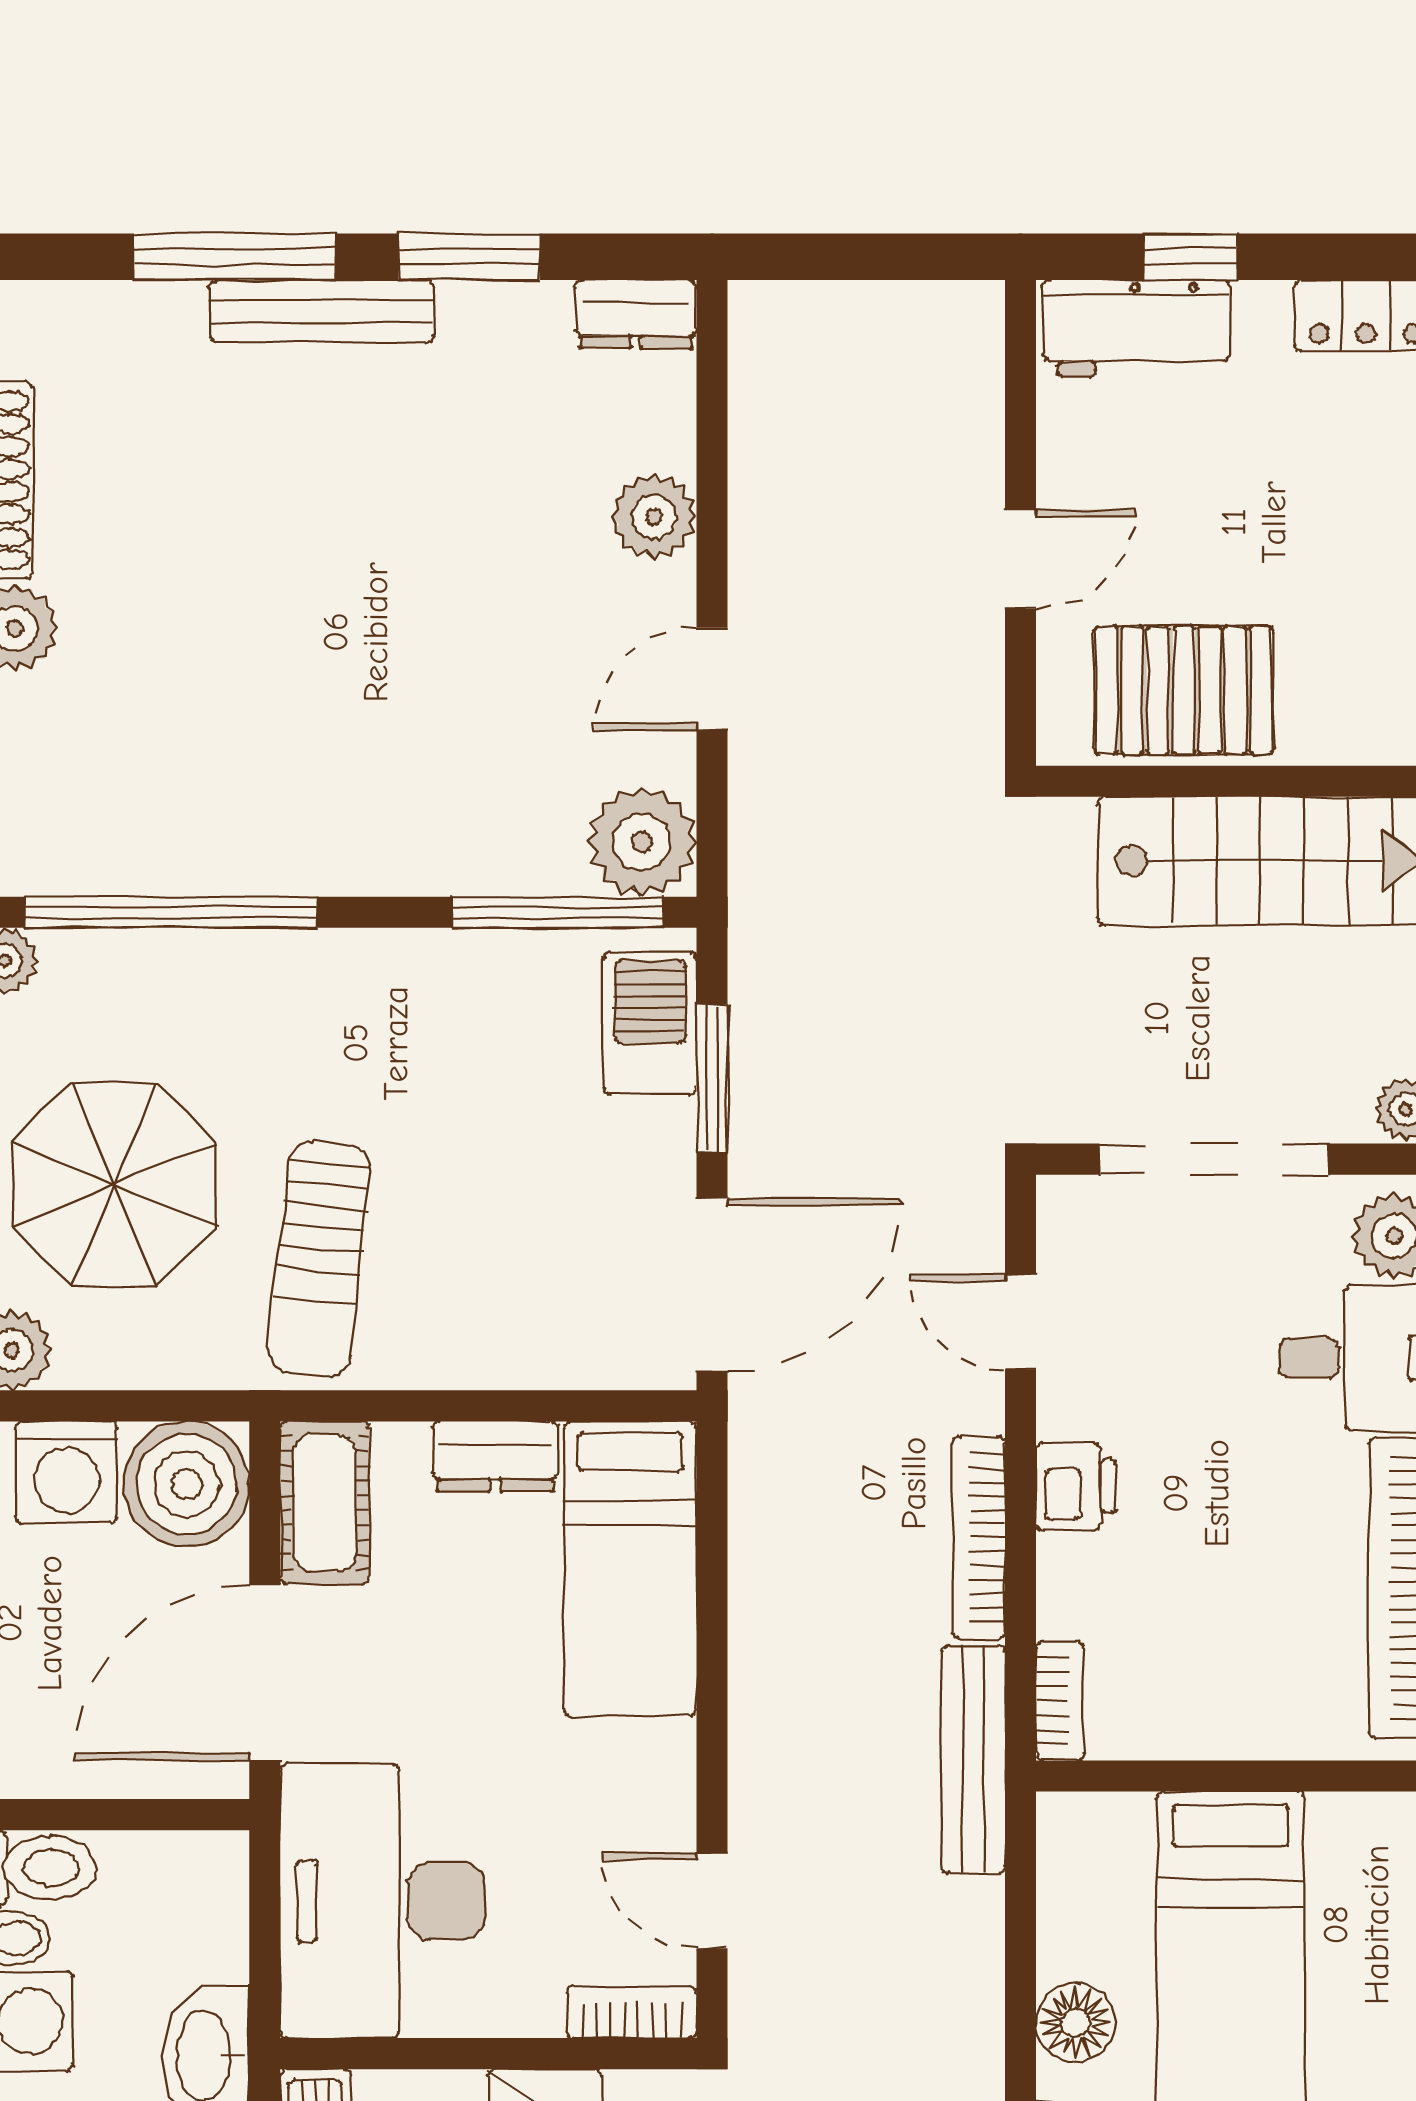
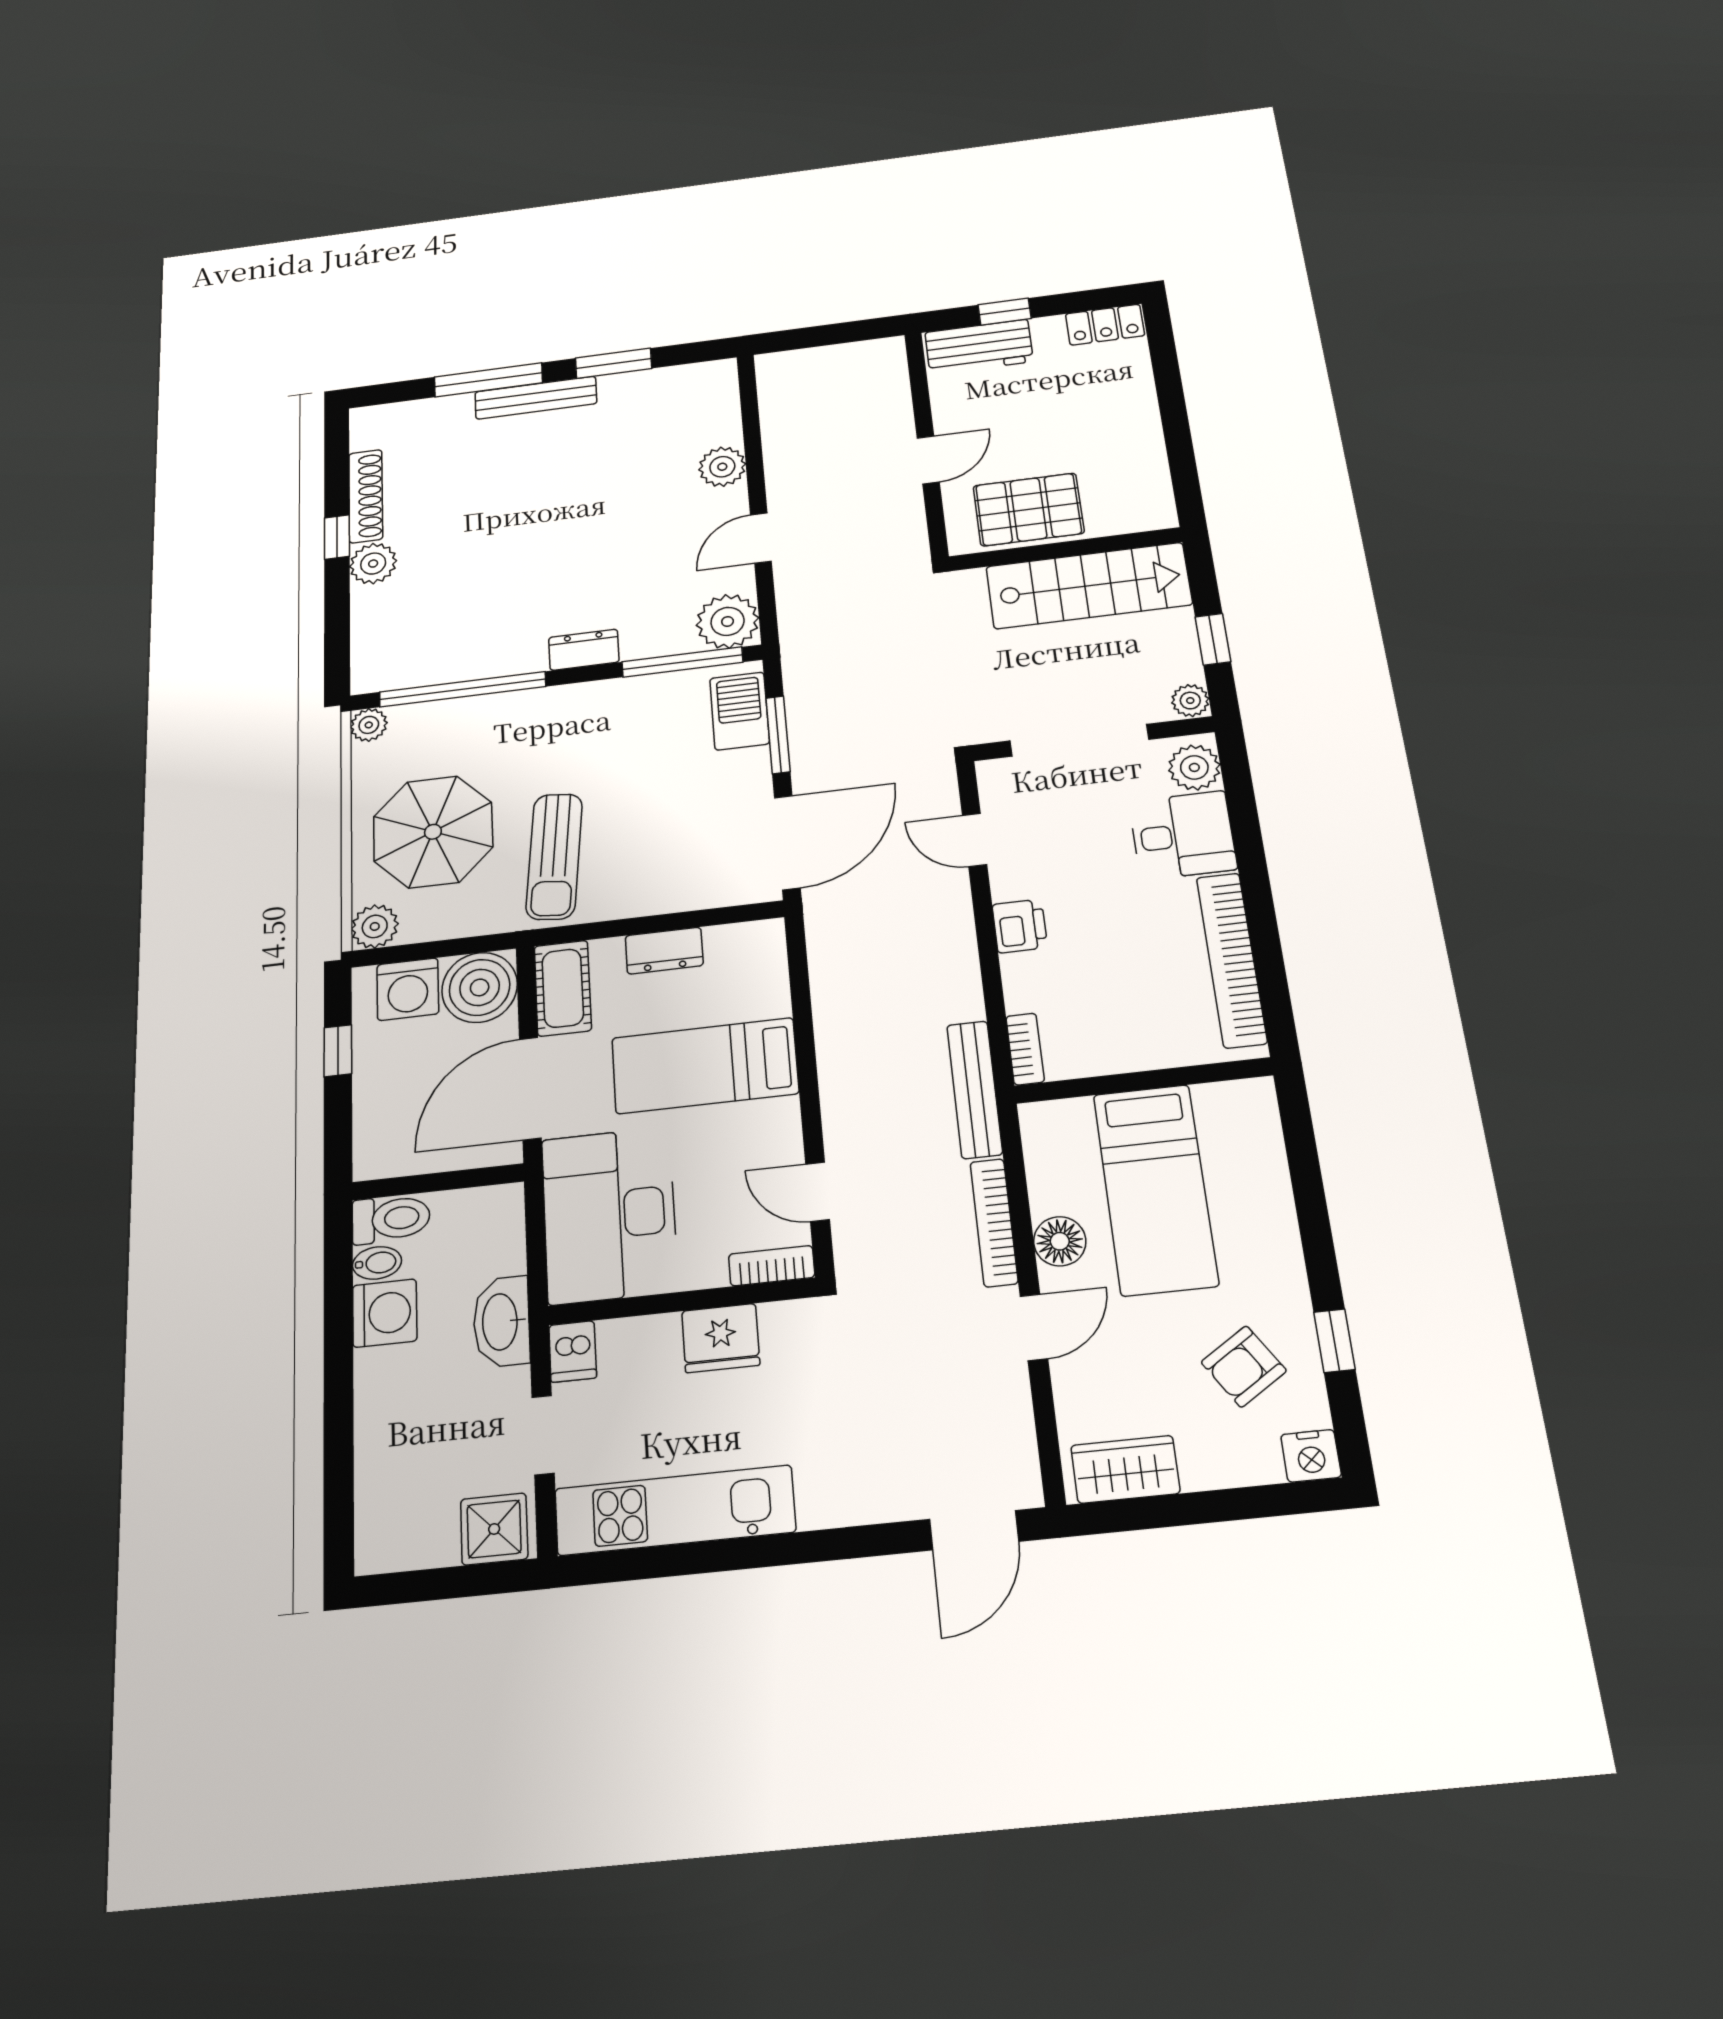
dresser: (636, 314) -> (584, 650), moved, turned 180
bookcase: (979, 1538) -> (994, 1222), moved
bed: (630, 1569) -> (705, 1066), moved, turned 90

